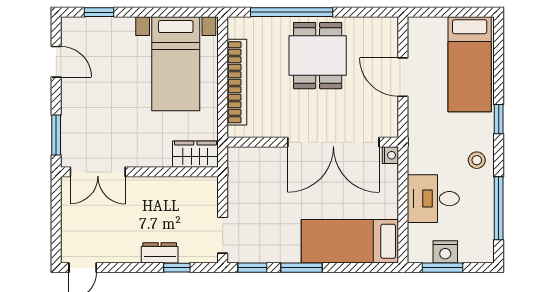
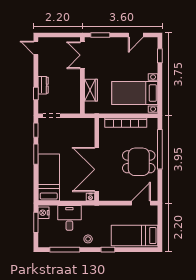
door: (403, 77) -> (141, 203), moved
wardrobe: (195, 154) -> (91, 90), moved
nightstand: (445, 252) -> (44, 213), moved

